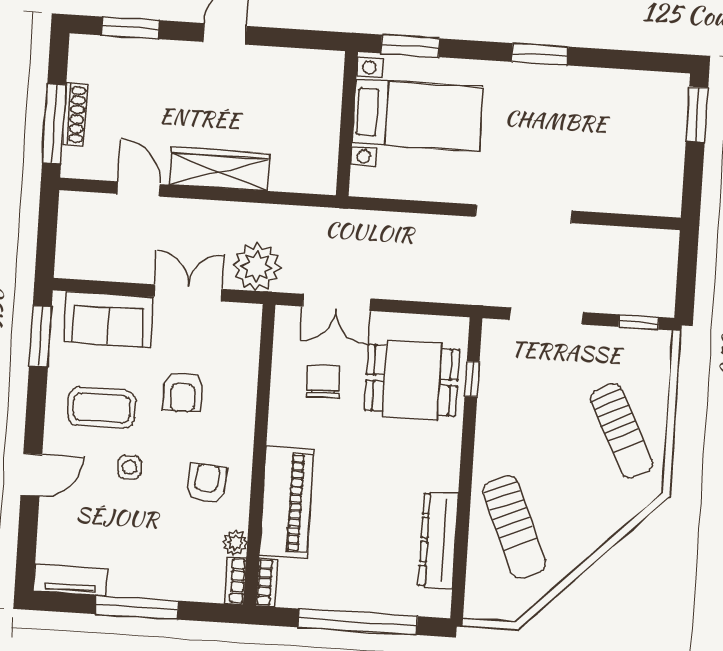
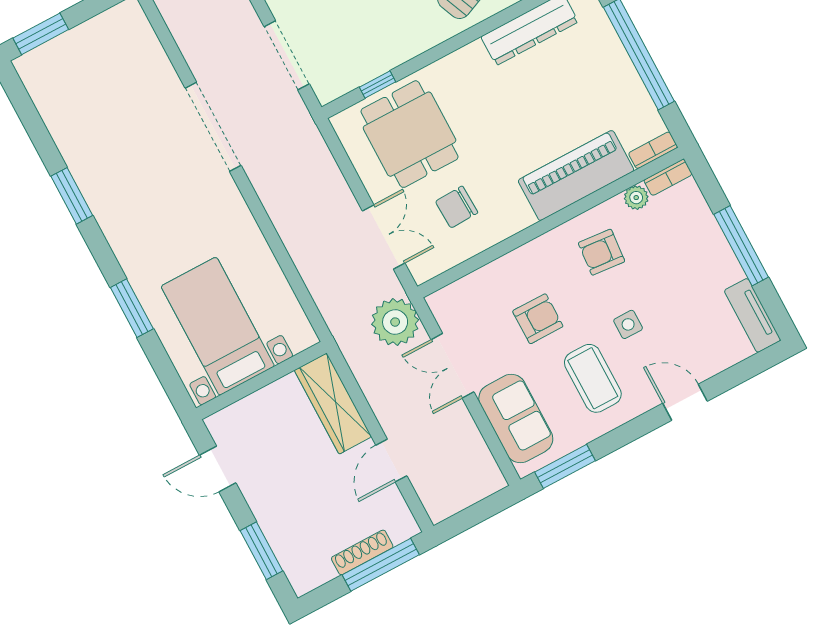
bed with nightstands: (417, 115) -> (218, 326), moved
wall: (347, 124) -> (261, 381), moved

